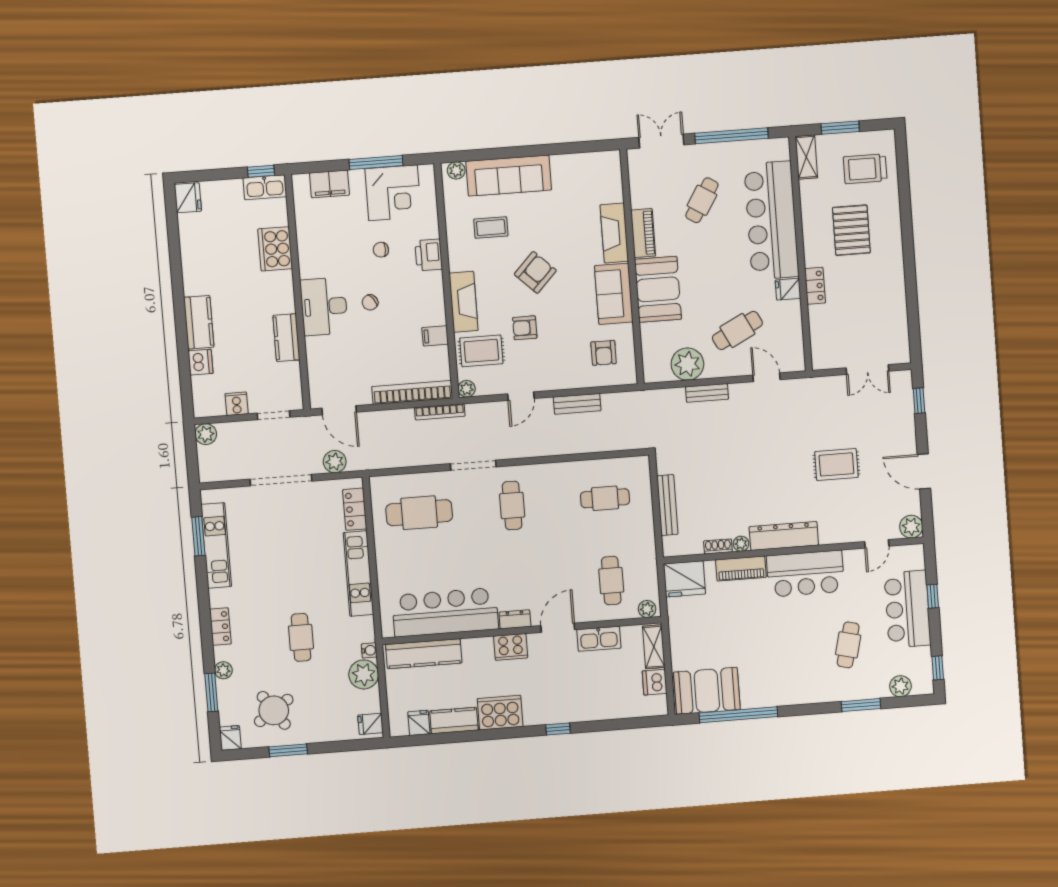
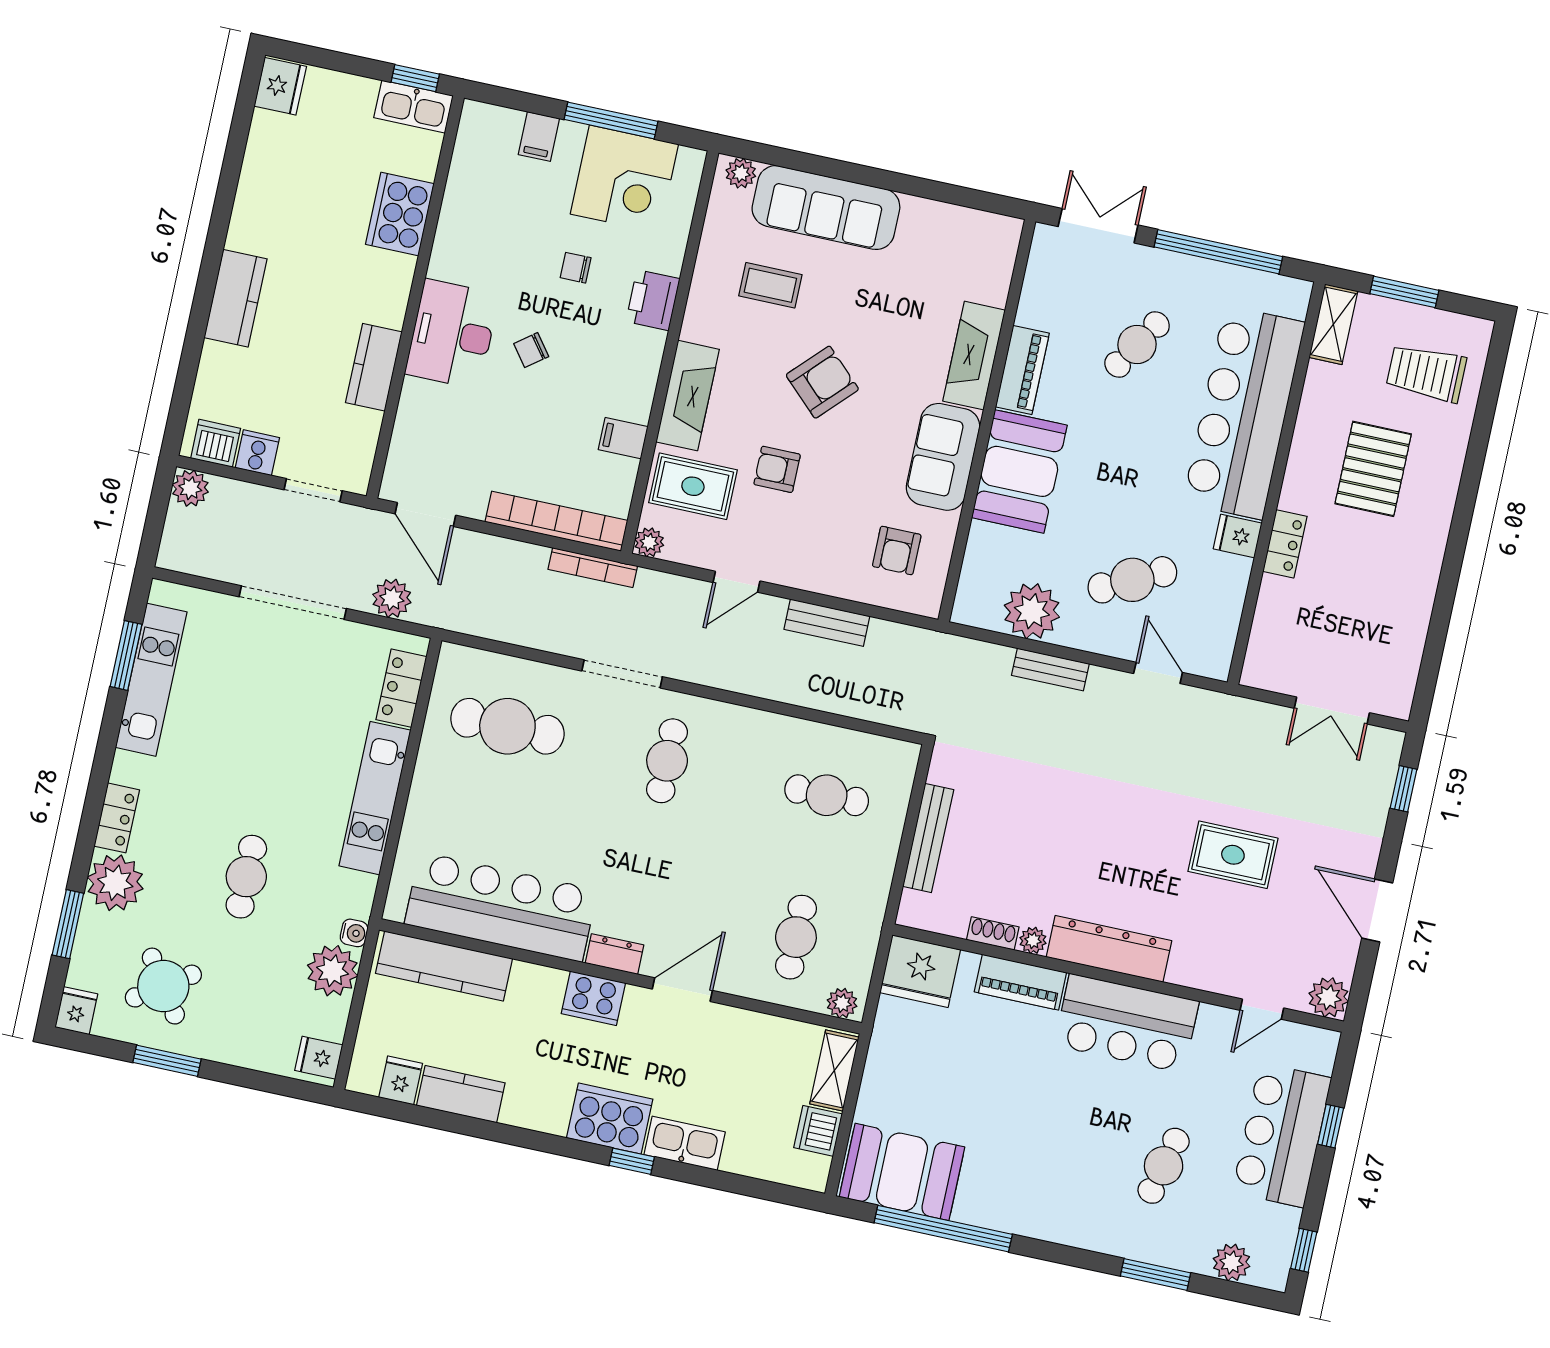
filing cabinet: (329, 184) -> (539, 137), width x0.50
dishwasher: (201, 362) -> (216, 443), moved, turned -90
kitchen sink: (599, 639) -> (685, 1143), moved, turned 180
plant: (223, 670) -> (115, 883), width x1.88, depth x1.88
cooker: (500, 713) -> (610, 1119), moved

